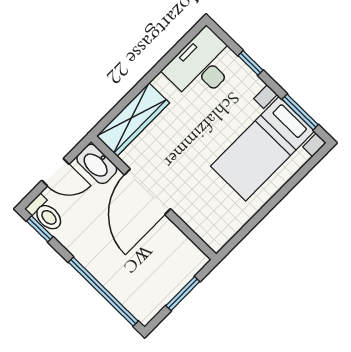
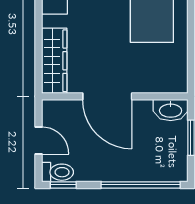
washbasin: (97, 164) -> (171, 110), moved
door: (55, 172) -> (39, 140), hinge flipped

